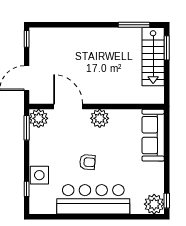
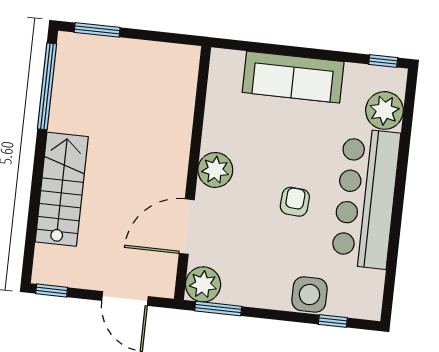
window: (134, 25) -> (47, 86), width x1.46
stairs: (153, 57) -> (62, 189), moved, turned -90
sofa: (153, 135) -> (293, 77), moved
plant: (154, 204) -> (384, 110), moved

